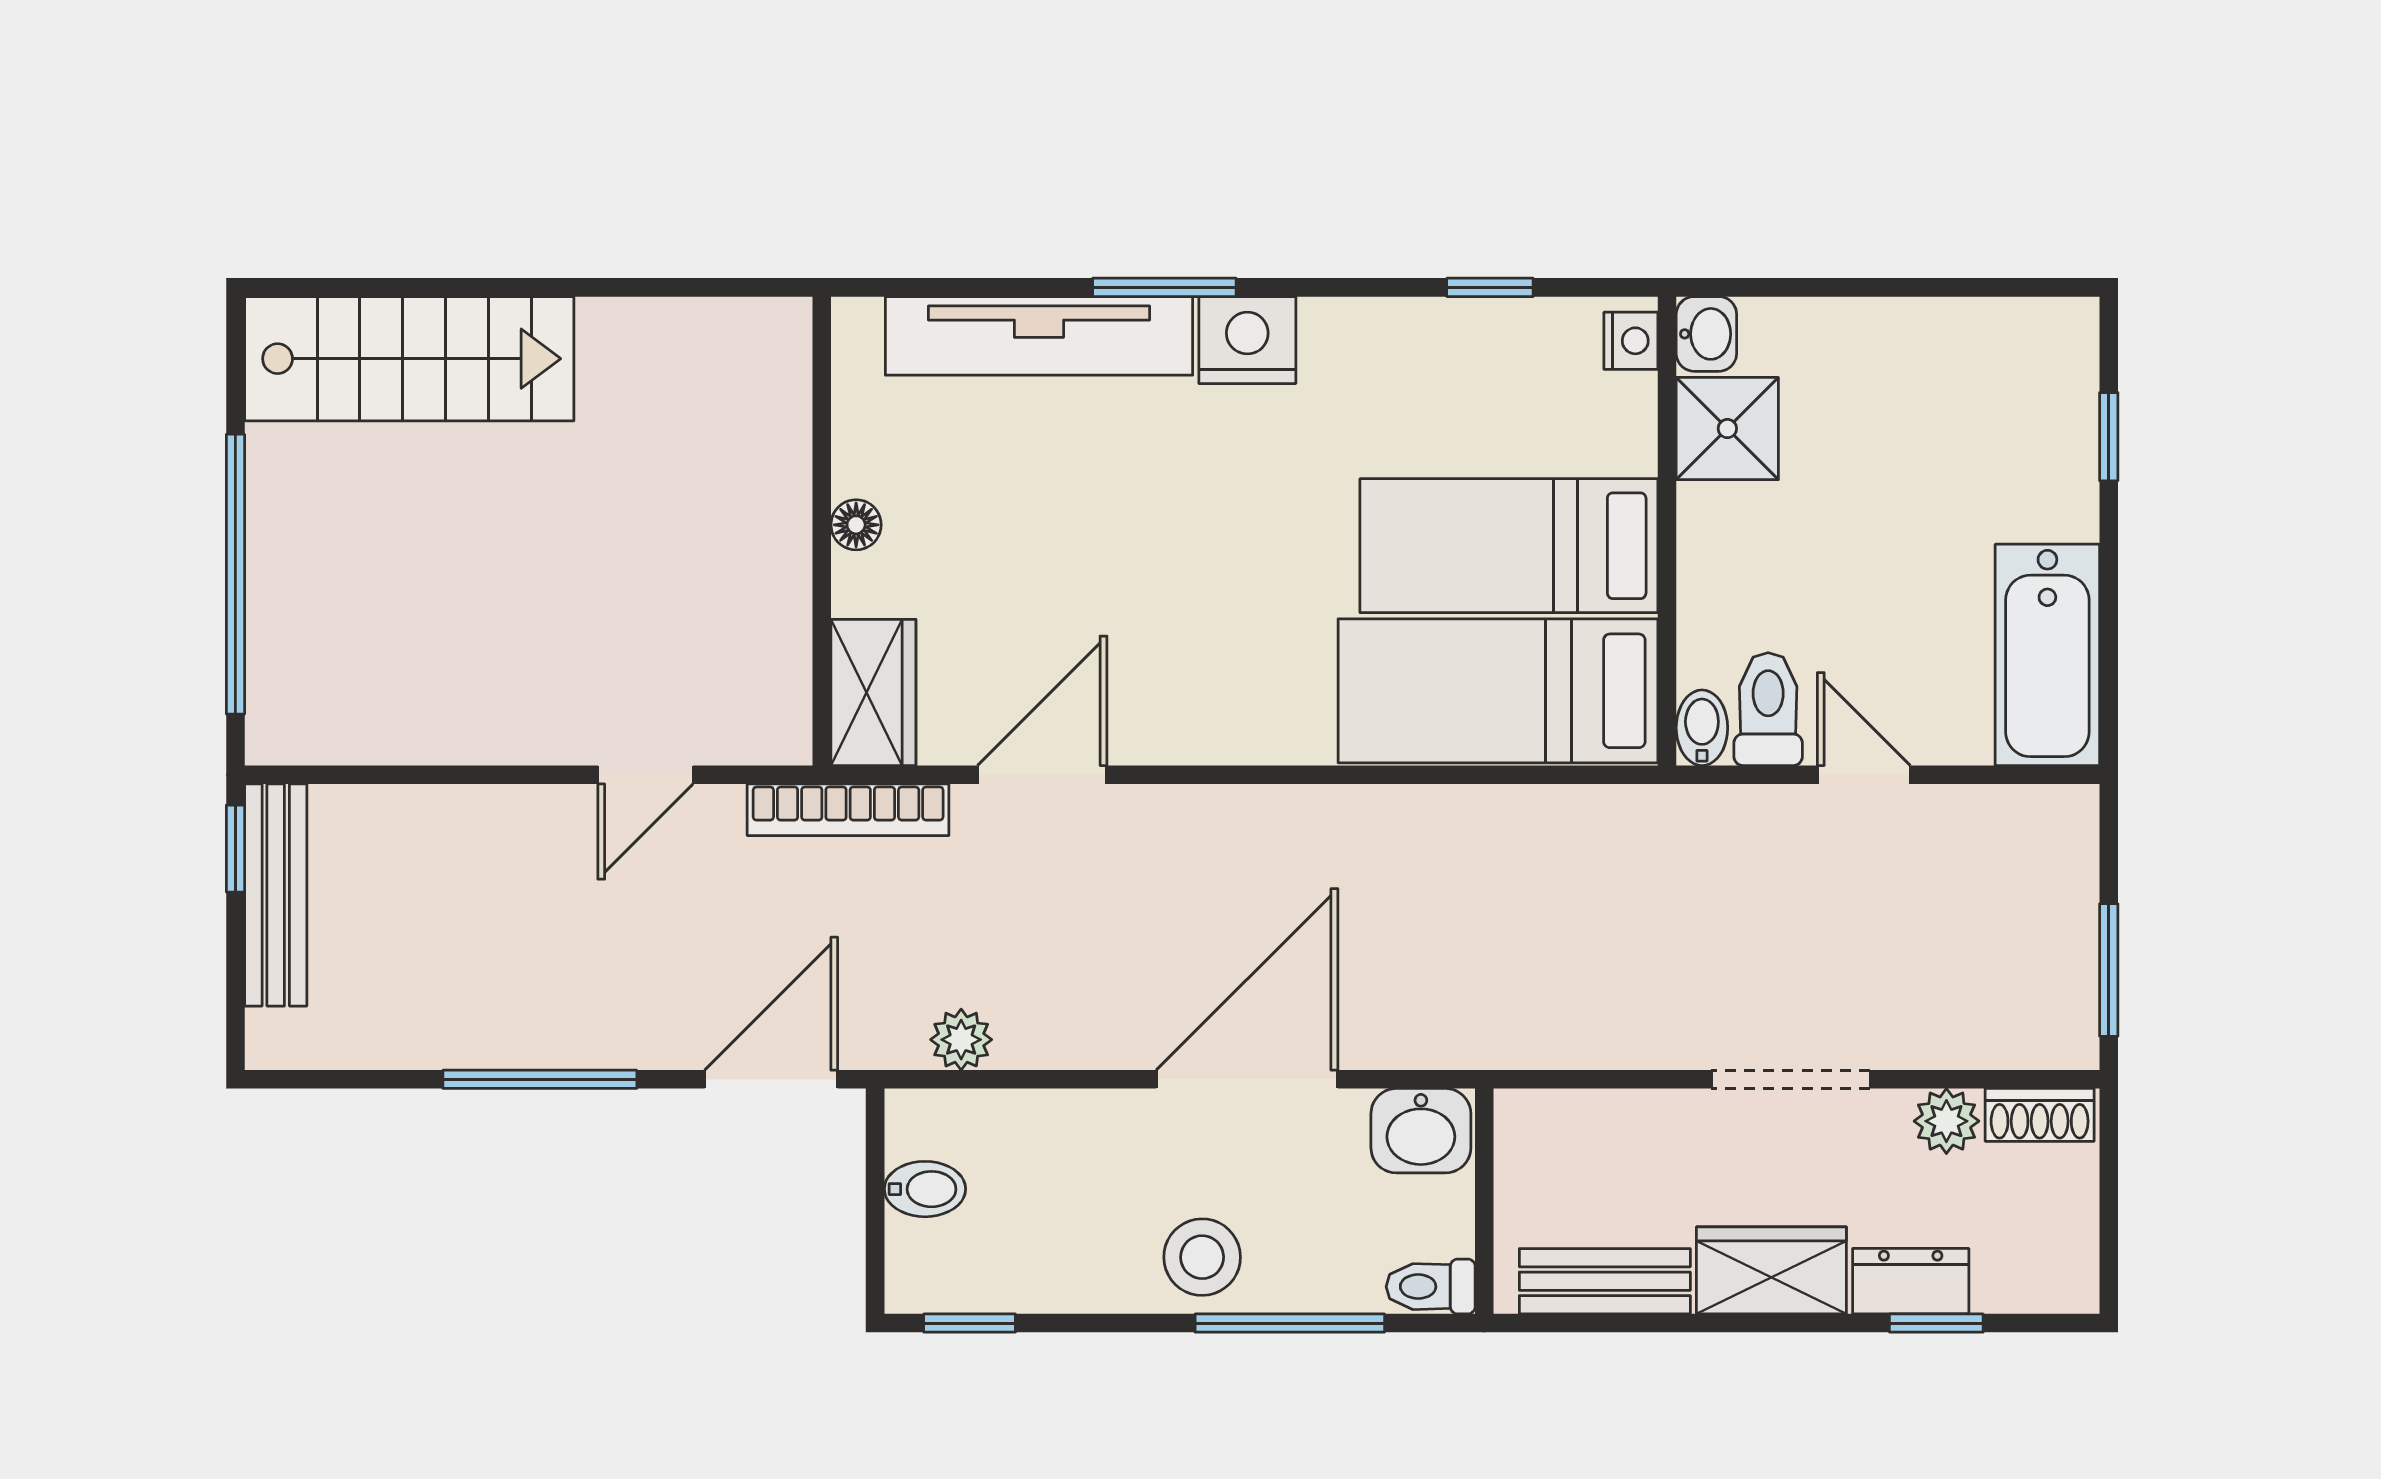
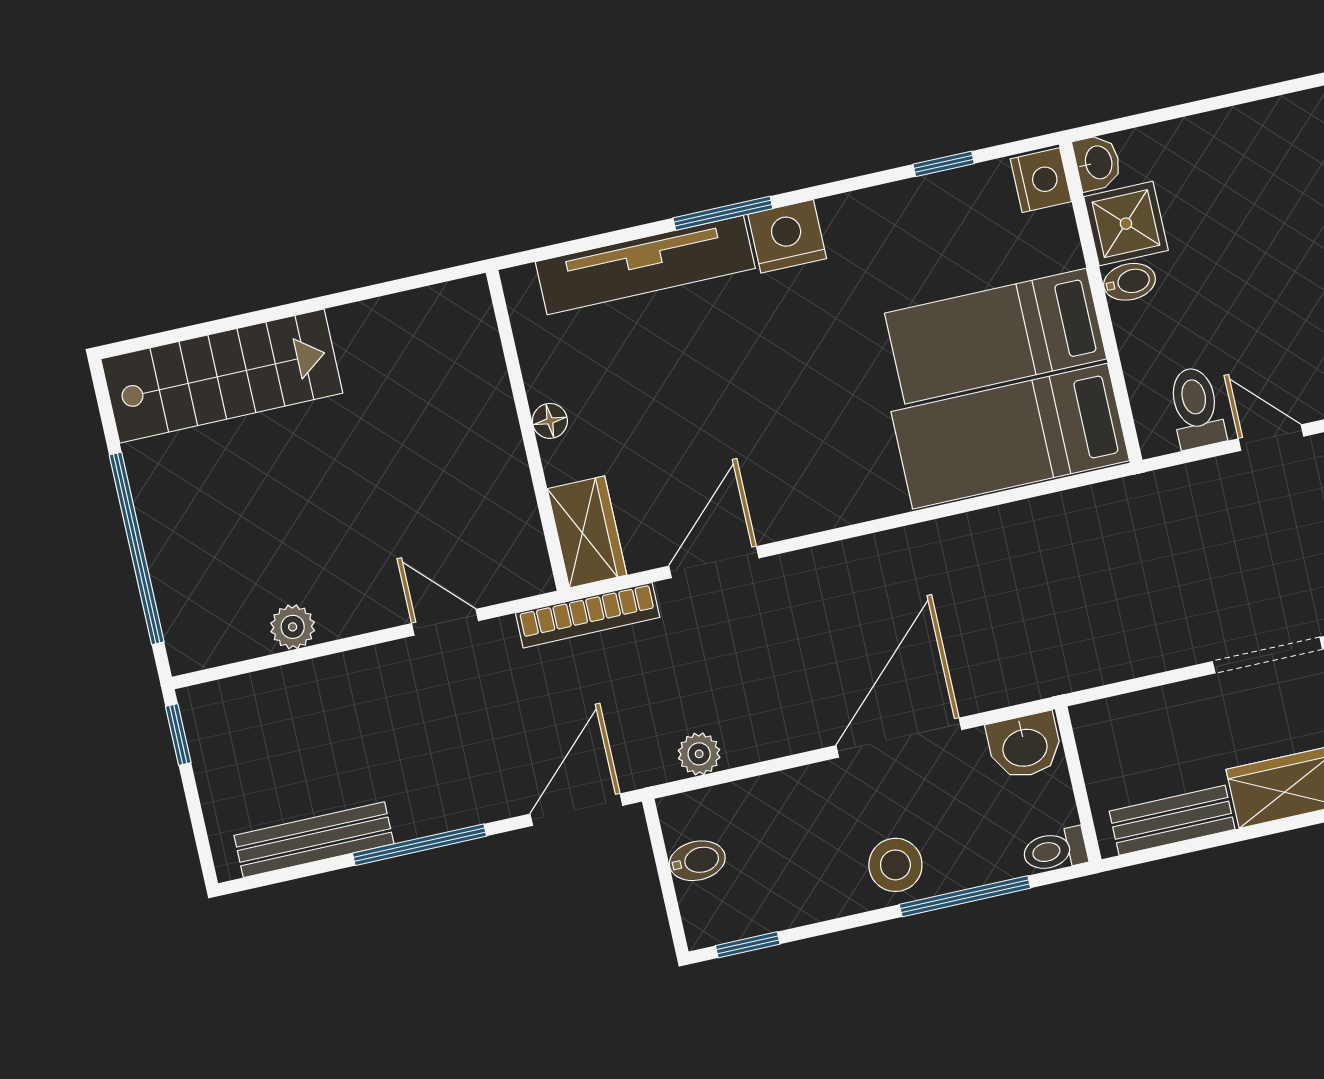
nightstand: (1631, 341) -> (1041, 180), width x1.39, depth x1.35
bidet: (1702, 728) -> (1130, 282), moved, turned 90
plant: (430, 733) -> (293, 627), added
door: (646, 775) -> (445, 622), swing flipped
bench: (276, 895) -> (314, 840), moved, turned 90

